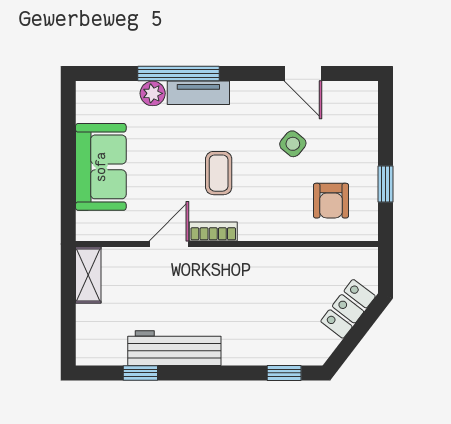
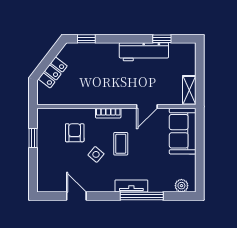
plant: (153, 93) -> (181, 186), moved
side table: (293, 144) -> (96, 154), moved
sofa: (101, 167) -> (183, 131), moved
armchair: (331, 201) -> (75, 133), moved
bookcase: (213, 232) -> (108, 113), moved

